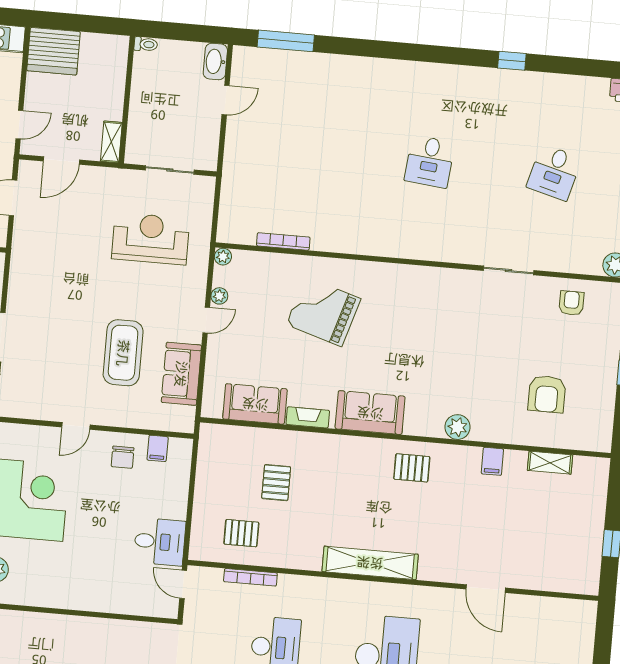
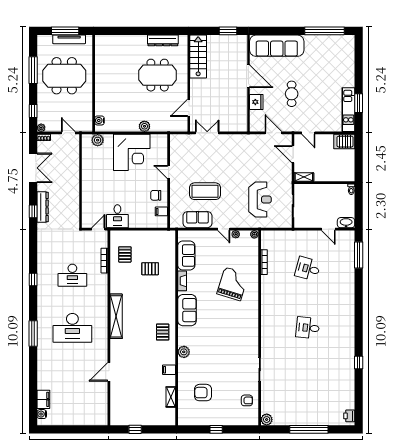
server rack: (53, 51) -> (344, 142), width x0.63
desk: (554, 172) -> (308, 269), moved

